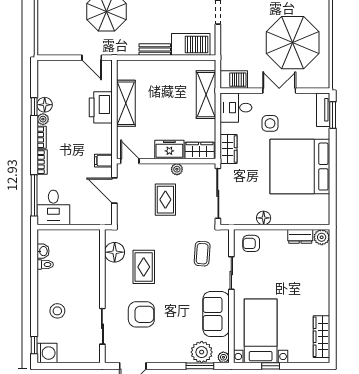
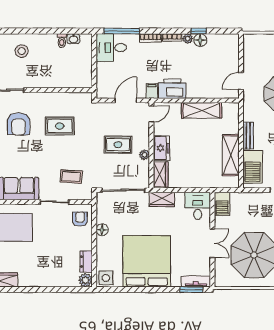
shelving: (206, 95) -> (231, 155), moved, turned 90
printer: (101, 107) -> (172, 89), moved
side table: (270, 123) -> (106, 278), moved
floor lamp: (115, 252) -> (72, 101), removed

